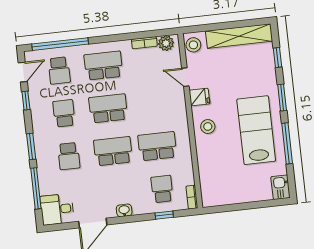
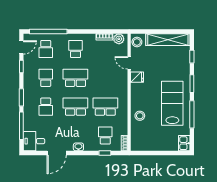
school desk: (103, 66) -> (75, 49), width x0.54
stool: (208, 127) -> (140, 116), moved

